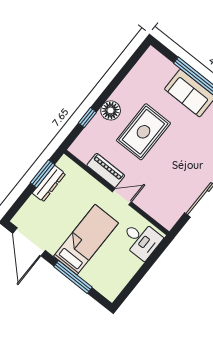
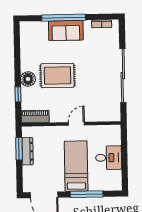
rug: (143, 132) -> (57, 75), turned 90
piano: (106, 170) -> (35, 117), moved
desk: (141, 240) -> (109, 158), moved

